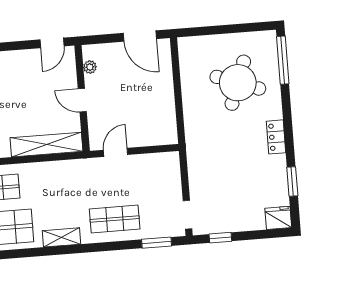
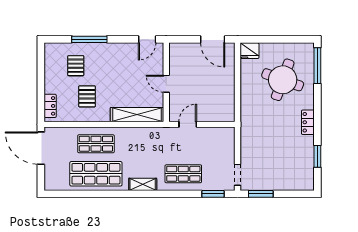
plant: (90, 67) -> (174, 60), removed
fridge: (278, 218) -> (249, 51), moved, turned 180
window: (220, 238) -> (261, 194), width x1.50

